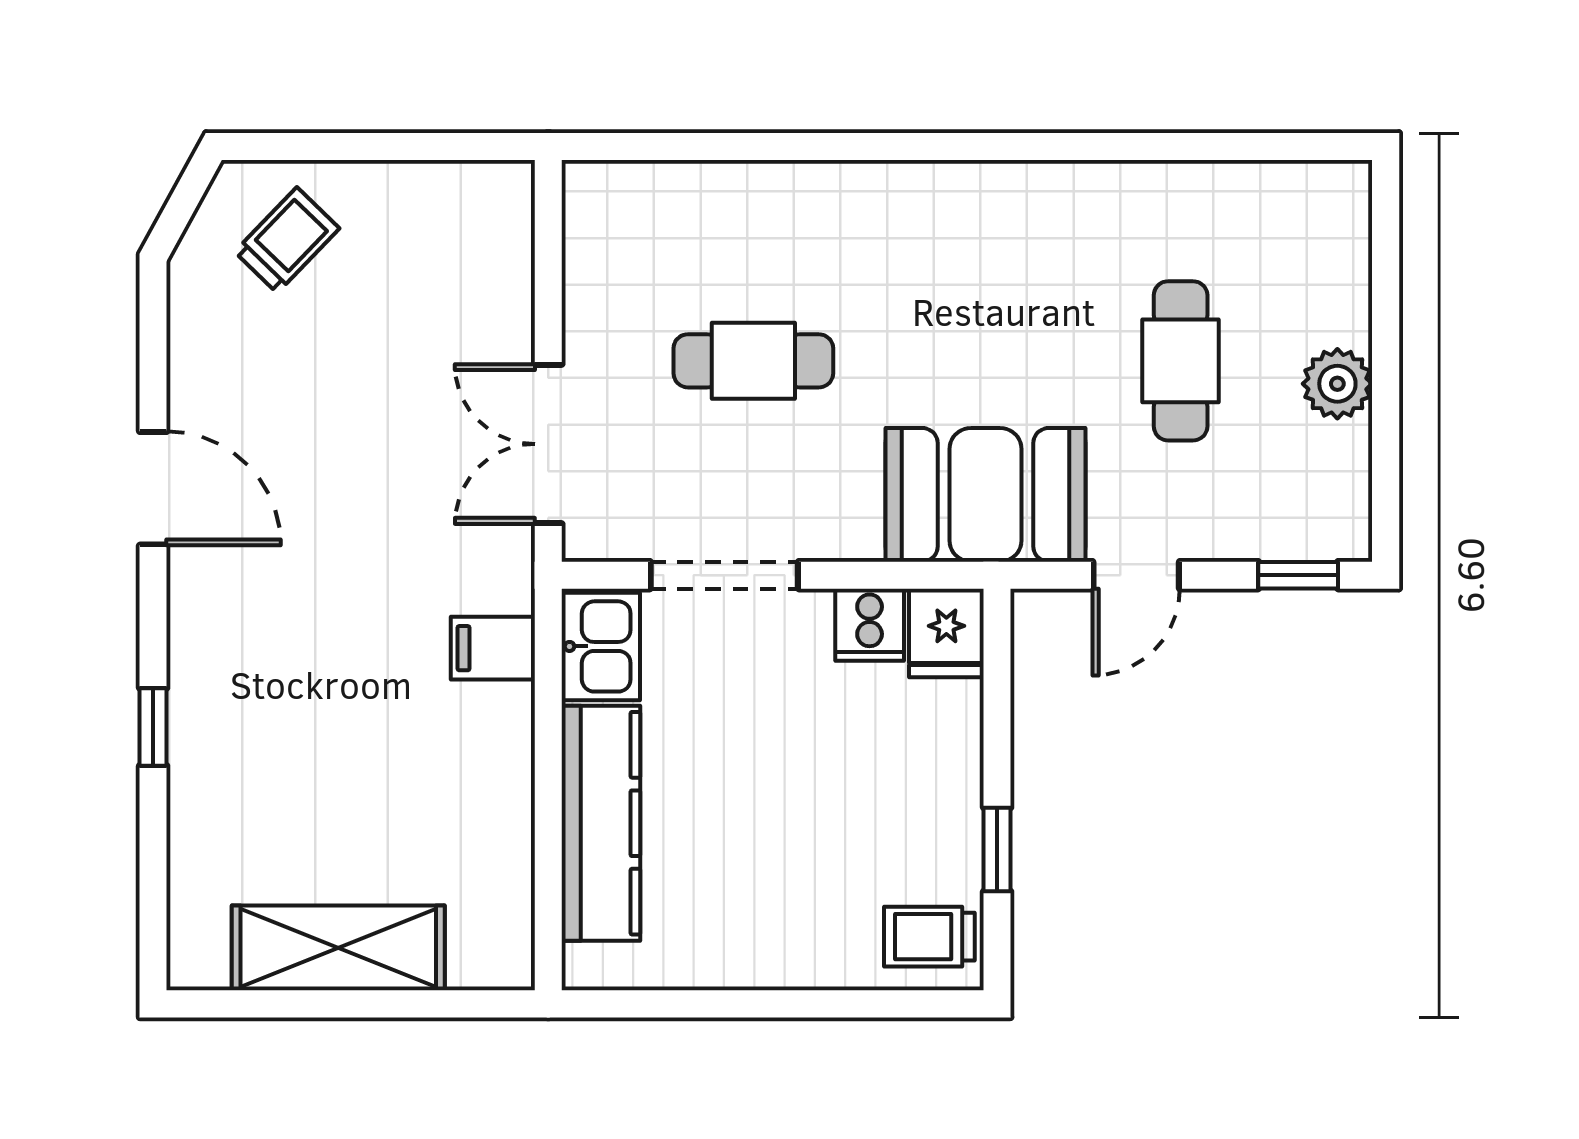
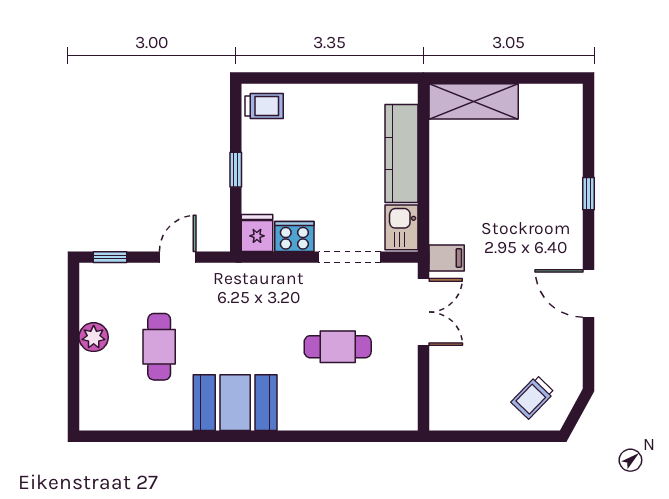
booth: (985, 495) -> (235, 403), moved
cooker: (870, 625) -> (294, 236), width x1.36
filing cabinet: (493, 648) -> (447, 258), moved
window: (997, 849) -> (236, 170), moved
shelving: (338, 948) -> (474, 101), moved

